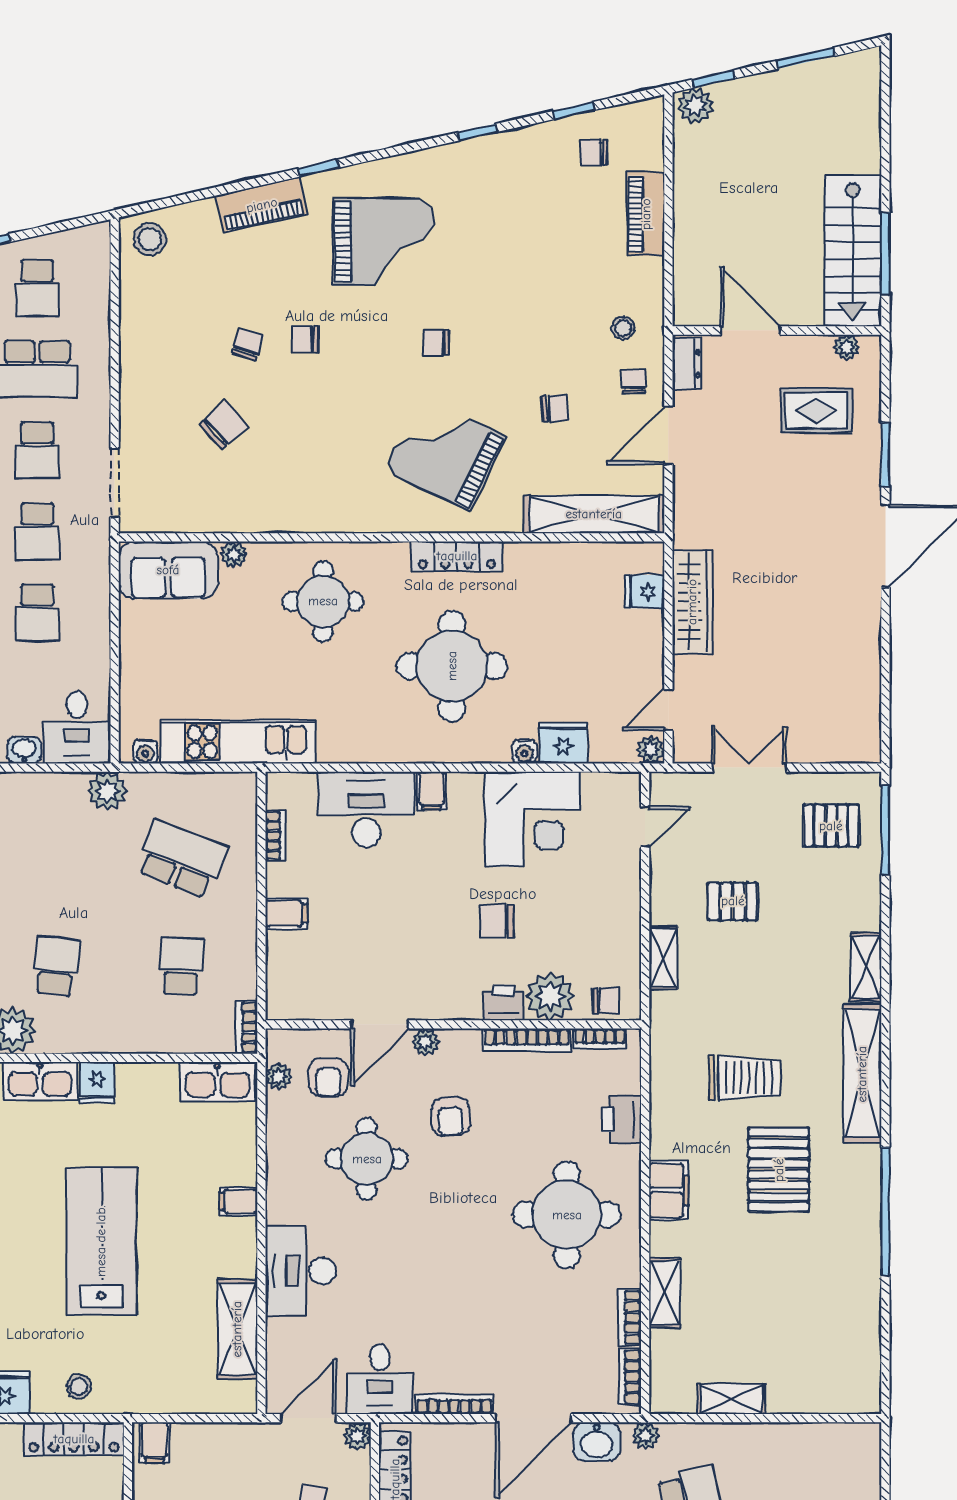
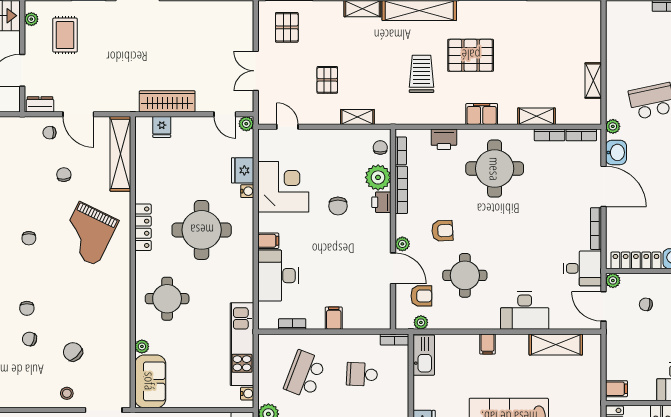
stool: (623, 328) -> (67, 393), moved

